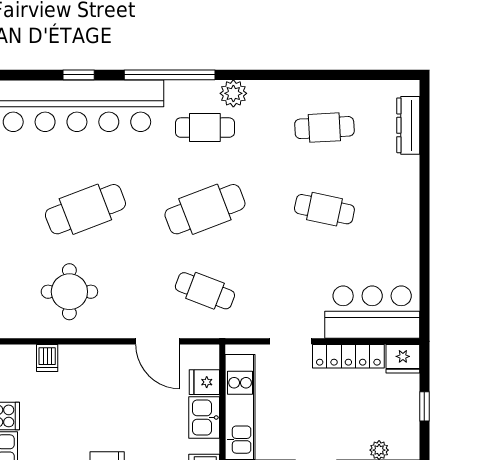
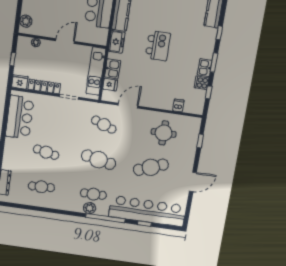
plant: (233, 93) -> (90, 208), moved
cafe table: (205, 209) -> (99, 160), turned 33
bar counter: (372, 312) -> (20, 117), moved, turned -90
door: (158, 341) -> (128, 106), hinge flipped

